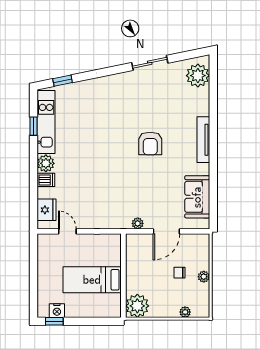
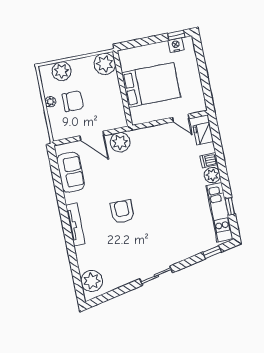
sliding door: (150, 63) -> (156, 276), moved
plant: (138, 223) -> (120, 142), width x1.88, depth x1.88
door: (166, 231) -> (92, 136), swing flipped
chair: (179, 273) -> (73, 101), width x1.87, depth x1.87
bed: (92, 280) -> (151, 85), width x1.50
plant: (185, 312) -> (62, 71), width x1.88, depth x1.88

